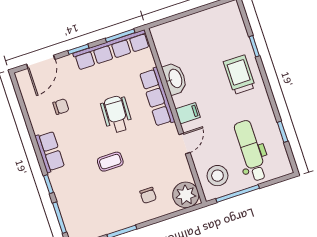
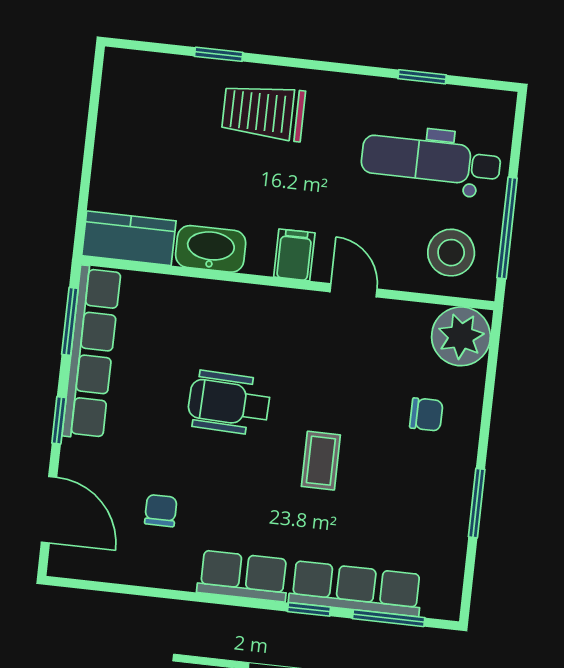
kitchen counter: (164, 44) -> (129, 238), added
row of seats: (157, 97) -> (356, 589), moved, turned 180

